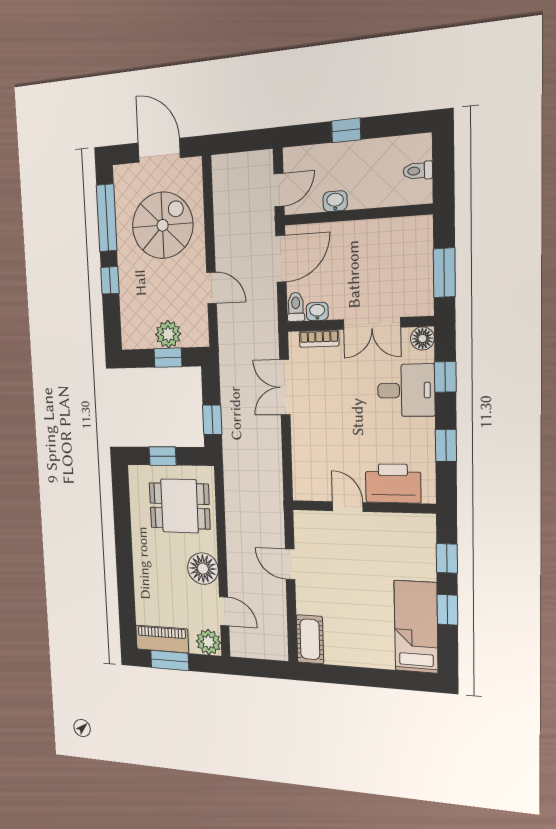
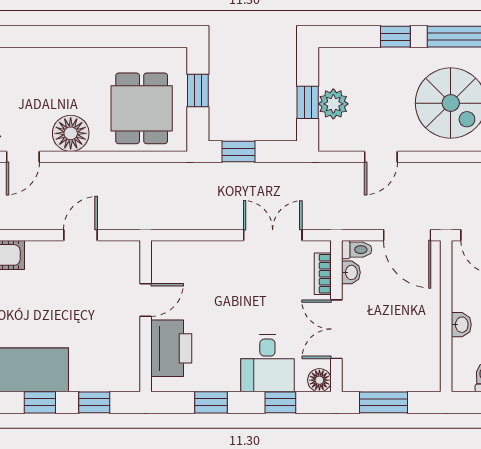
washbasin: (335, 201) -> (461, 325), moved

